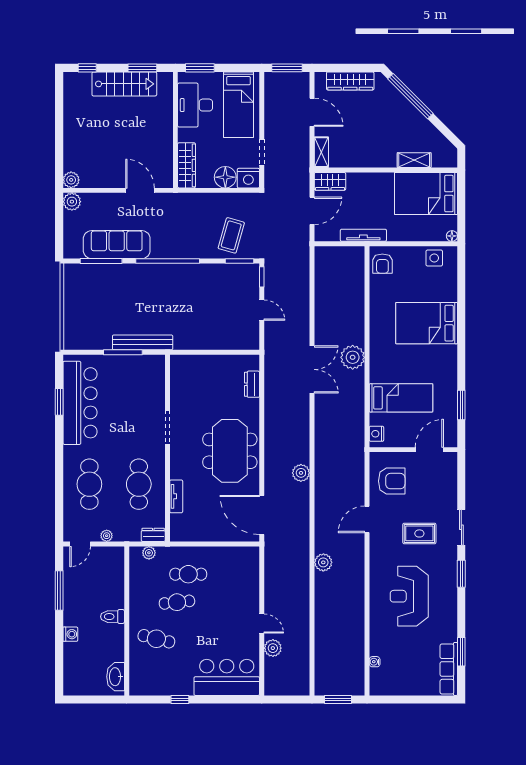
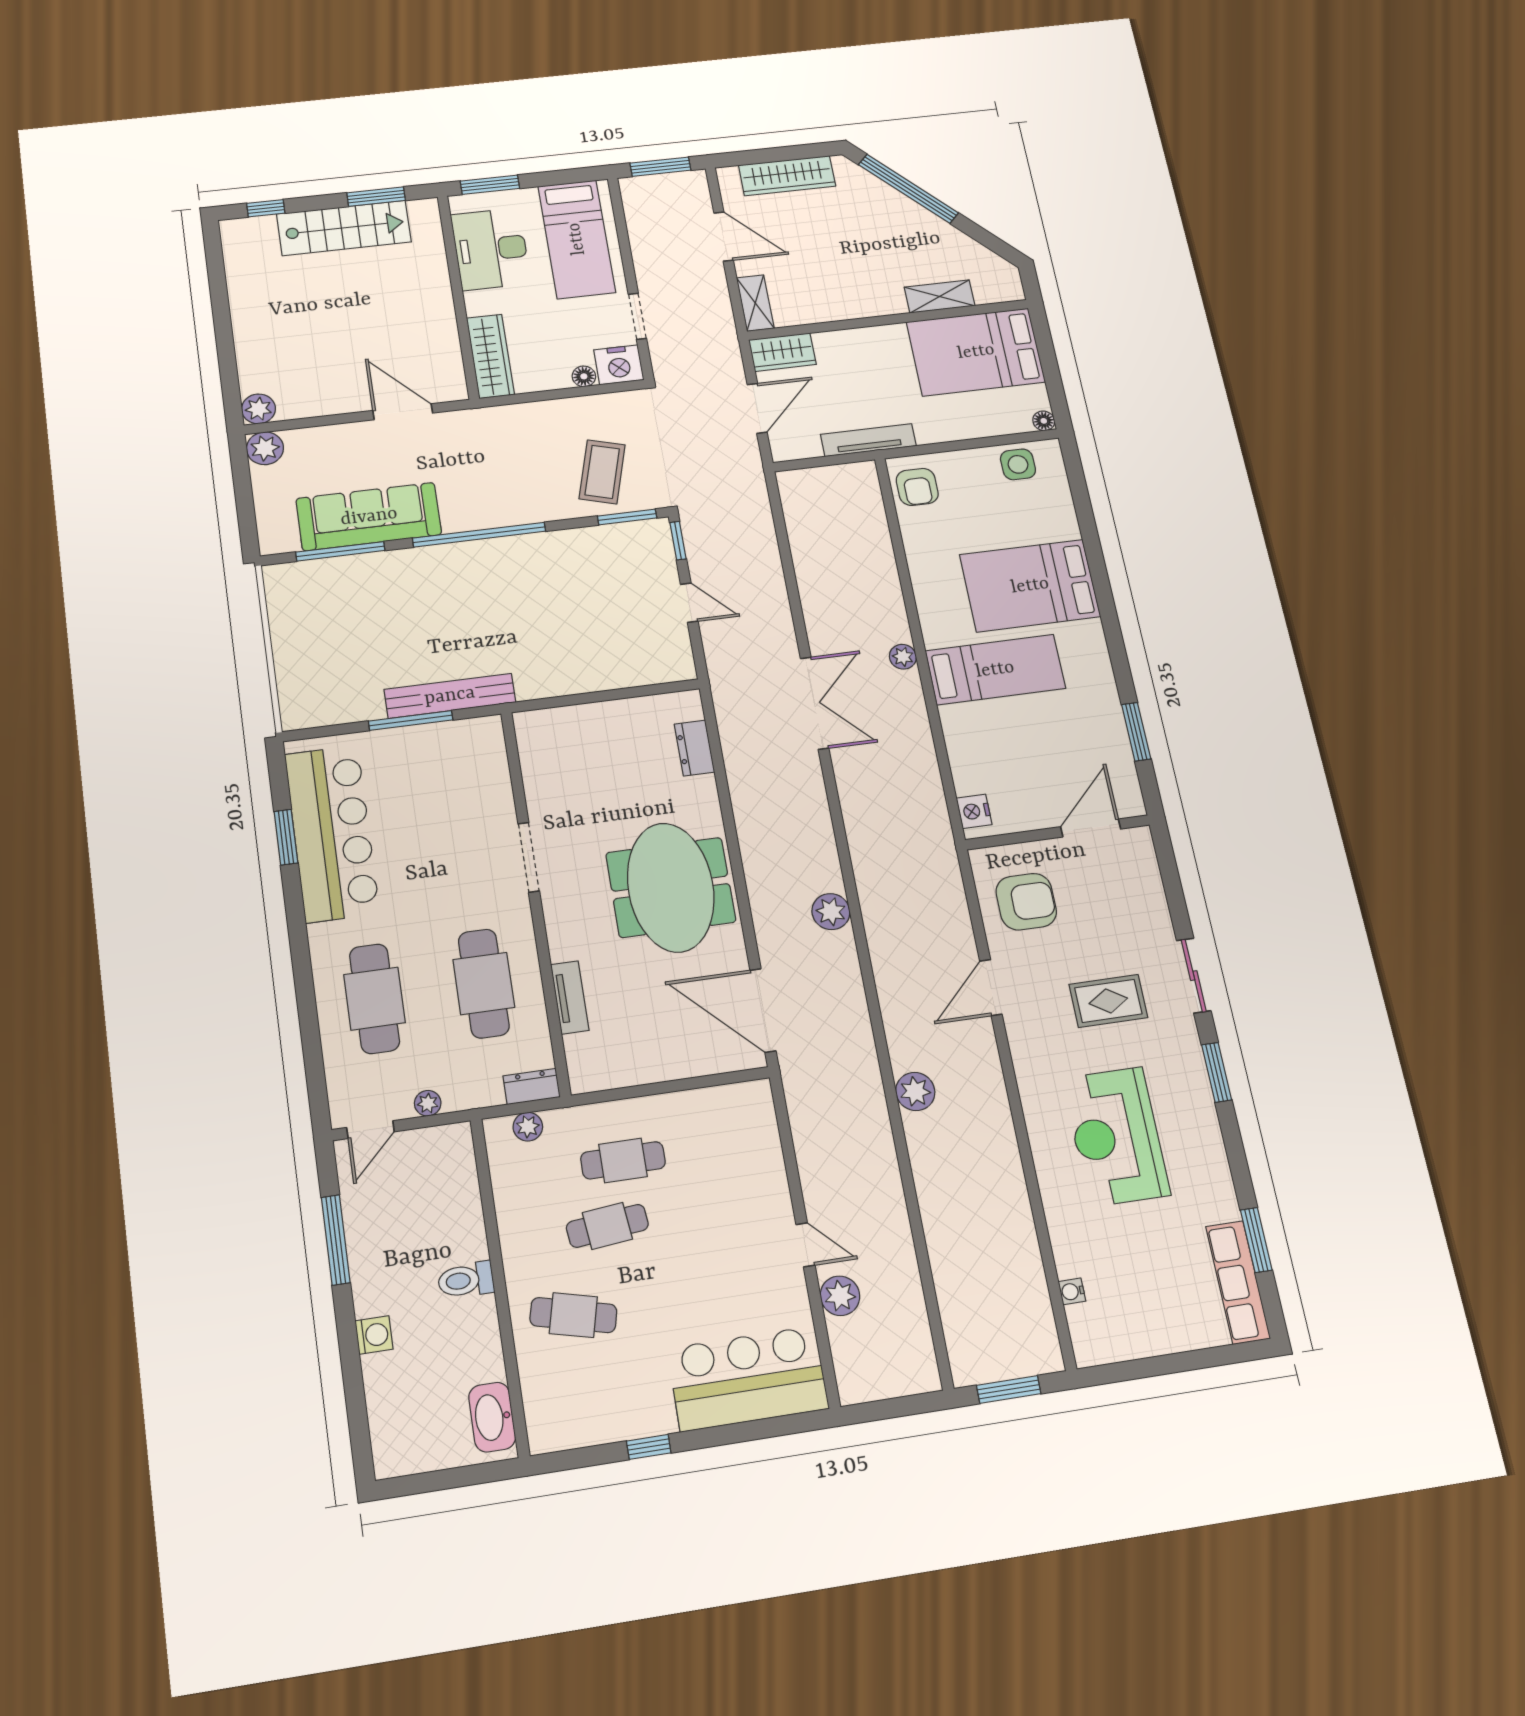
floor lamp: (225, 177) -> (584, 376), width x0.53, depth x0.53
plant: (353, 357) -> (903, 657), width x0.53, depth x0.53
bed: (401, 398) -> (995, 670), moved

